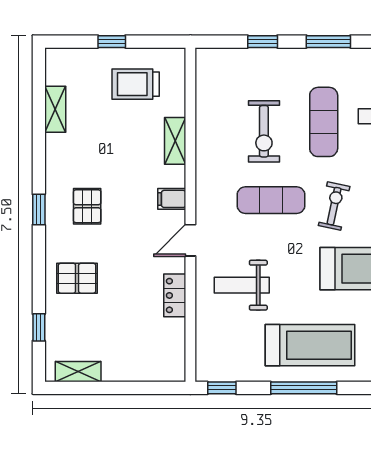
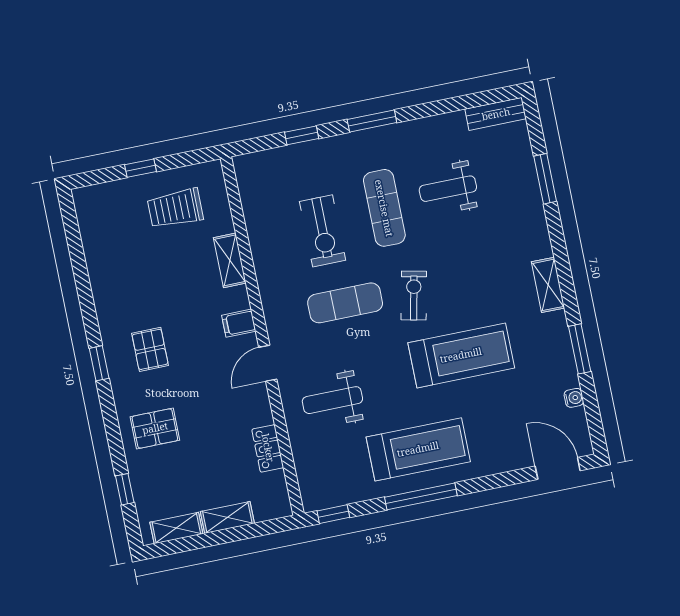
shelving: (55, 109) -> (227, 517), moved, turned 90
locker: (175, 295) -> (268, 448), moved

